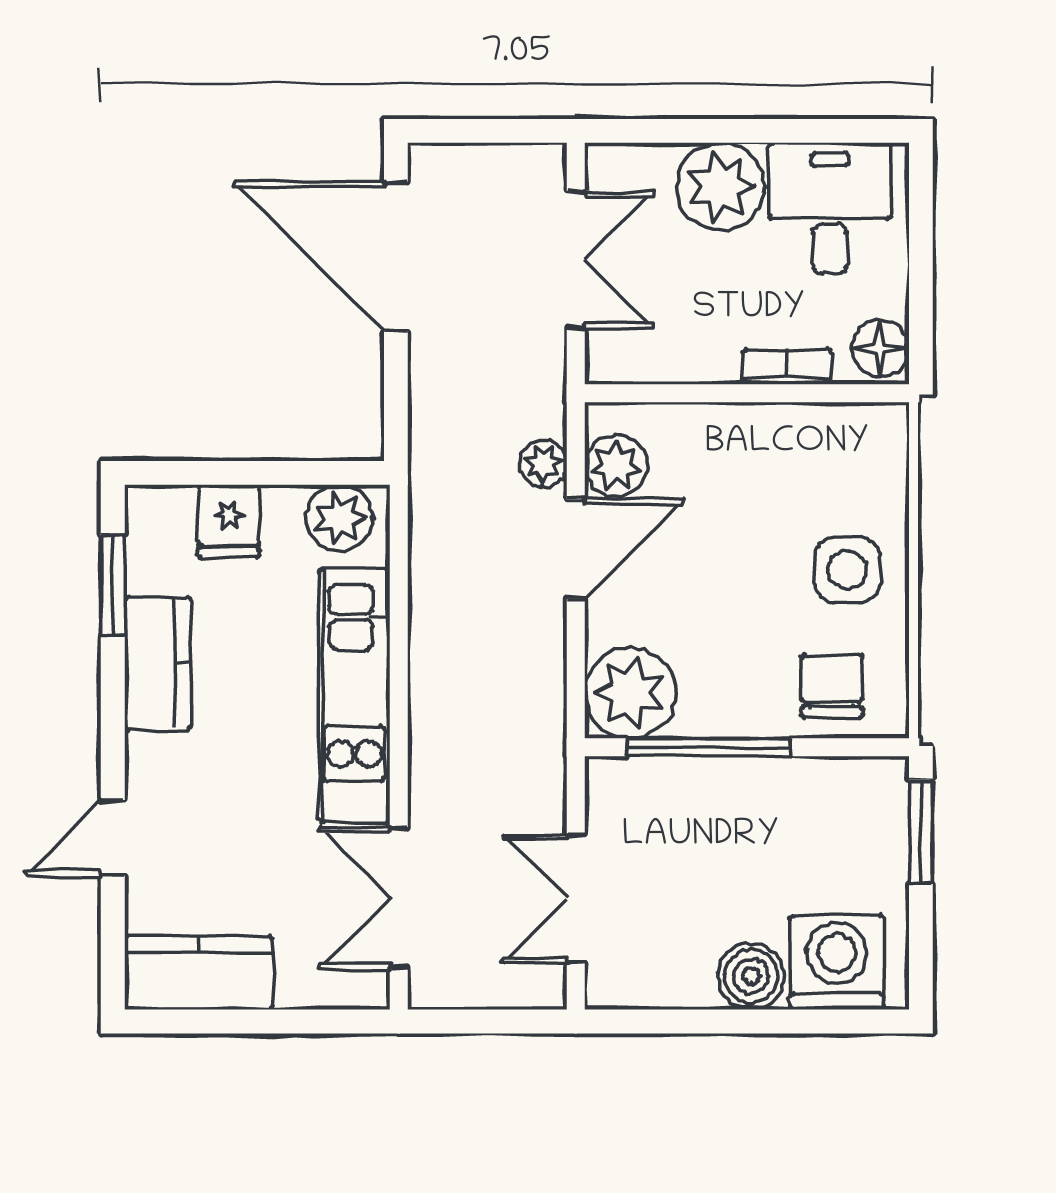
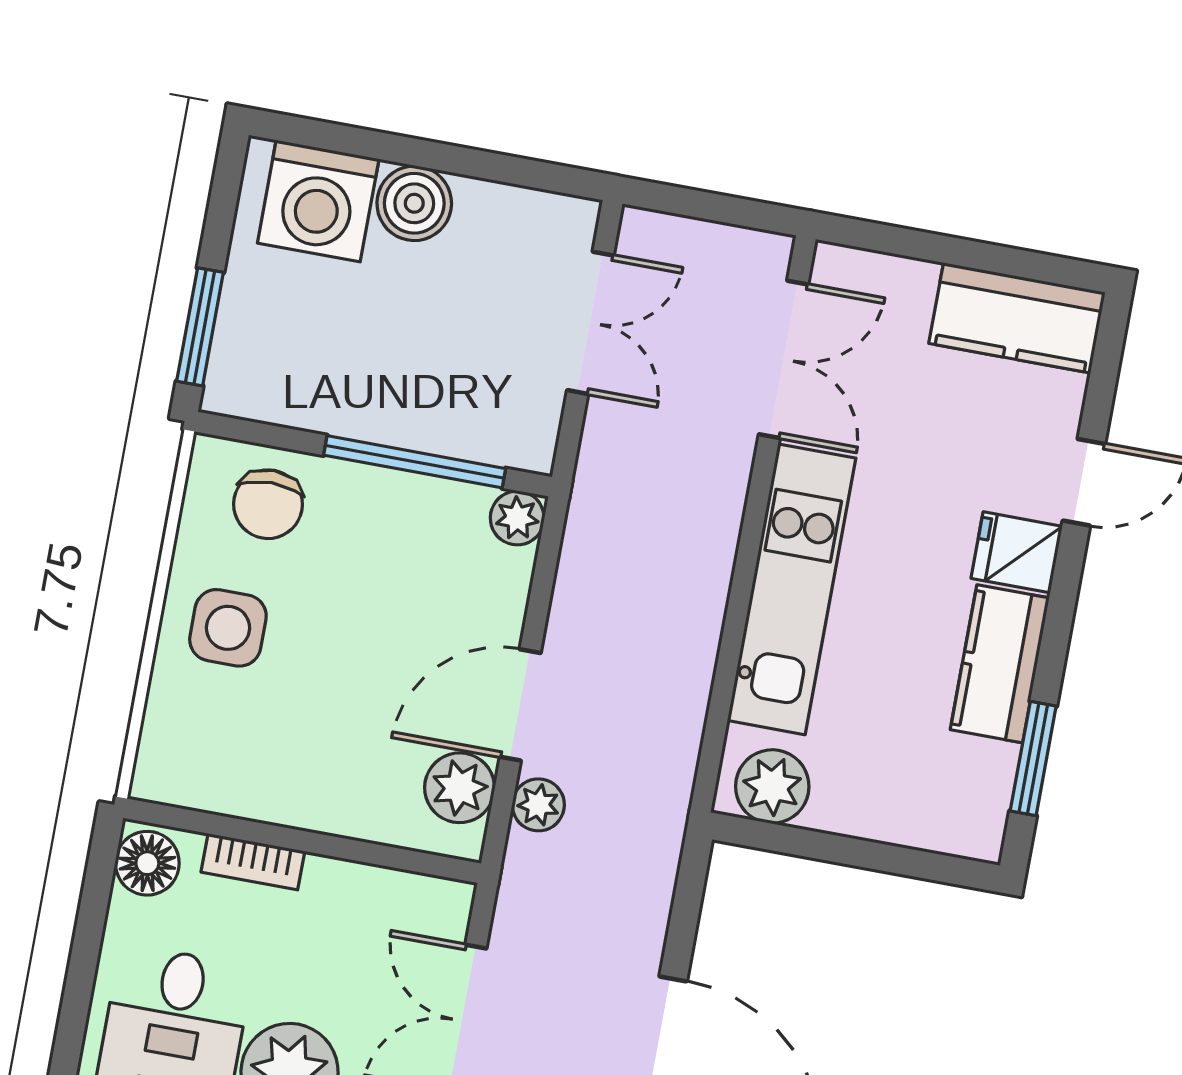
fridge: (229, 521) -> (1017, 552), moved, turned -90
plant: (630, 693) -> (517, 518), width x0.53, depth x0.53

